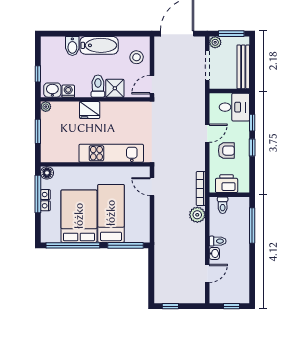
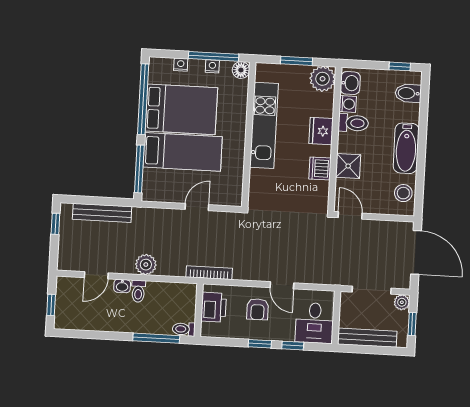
window: (231, 34) -> (412, 324), width x0.67
bidet: (72, 46) -> (408, 93), moved
stool: (137, 57) -> (403, 193), moved
window: (38, 74) -> (400, 66), moved
toilet: (98, 86) -> (353, 123), moved
plant: (46, 107) -> (323, 79), width x1.88, depth x1.88
dishwasher: (118, 109) -> (320, 169), added
kitchen unit: (111, 153) -> (264, 125), moved
door: (152, 187) -> (197, 207), moved
toilet: (223, 205) -> (184, 329), moved
nightstand: (45, 206) -> (181, 65), moved
plant: (197, 215) -> (146, 265), moved
bench: (160, 272) -> (102, 213), added
door: (207, 273) -> (96, 275), hinge flipped

